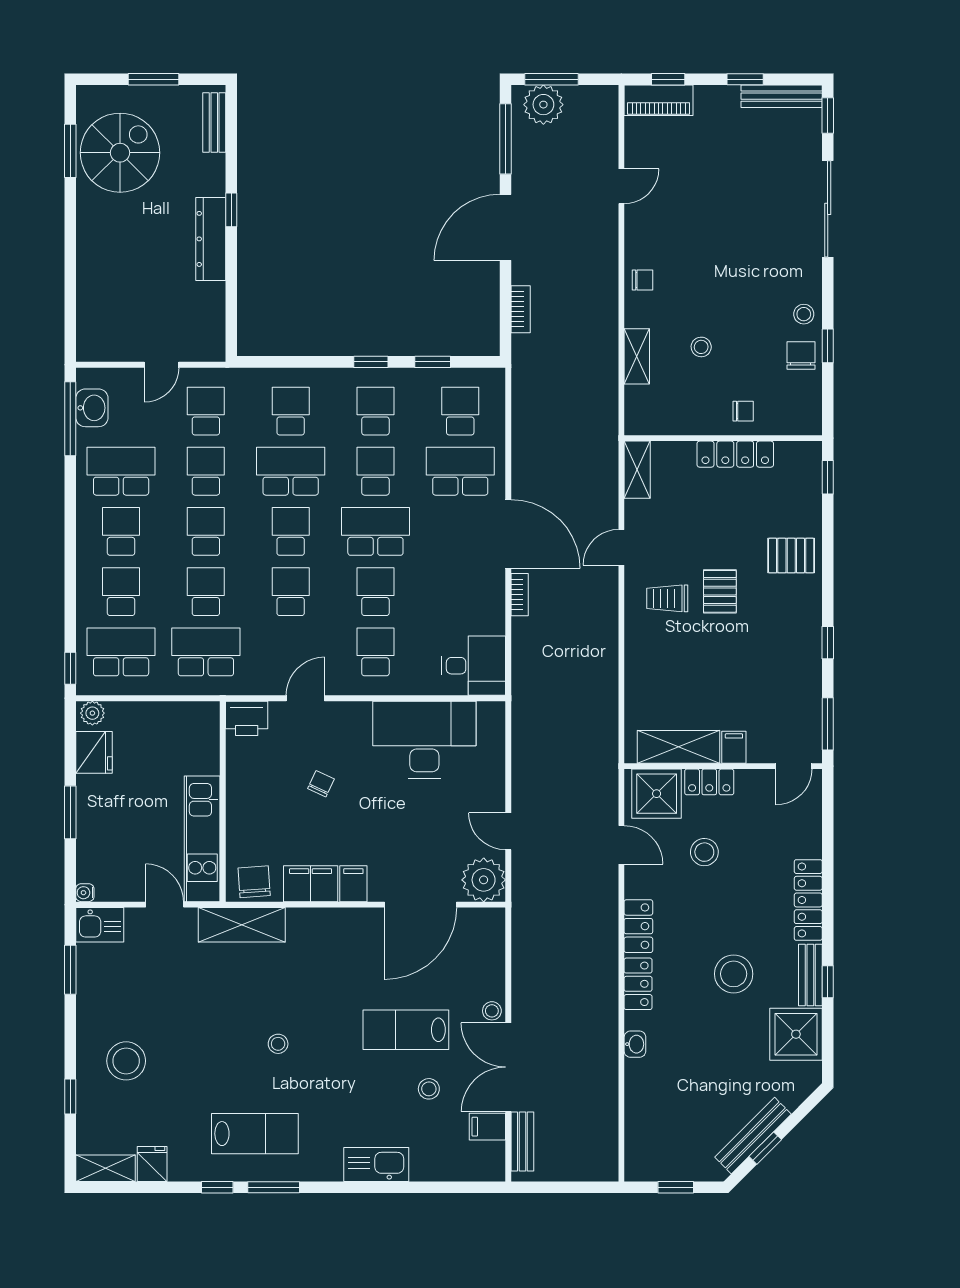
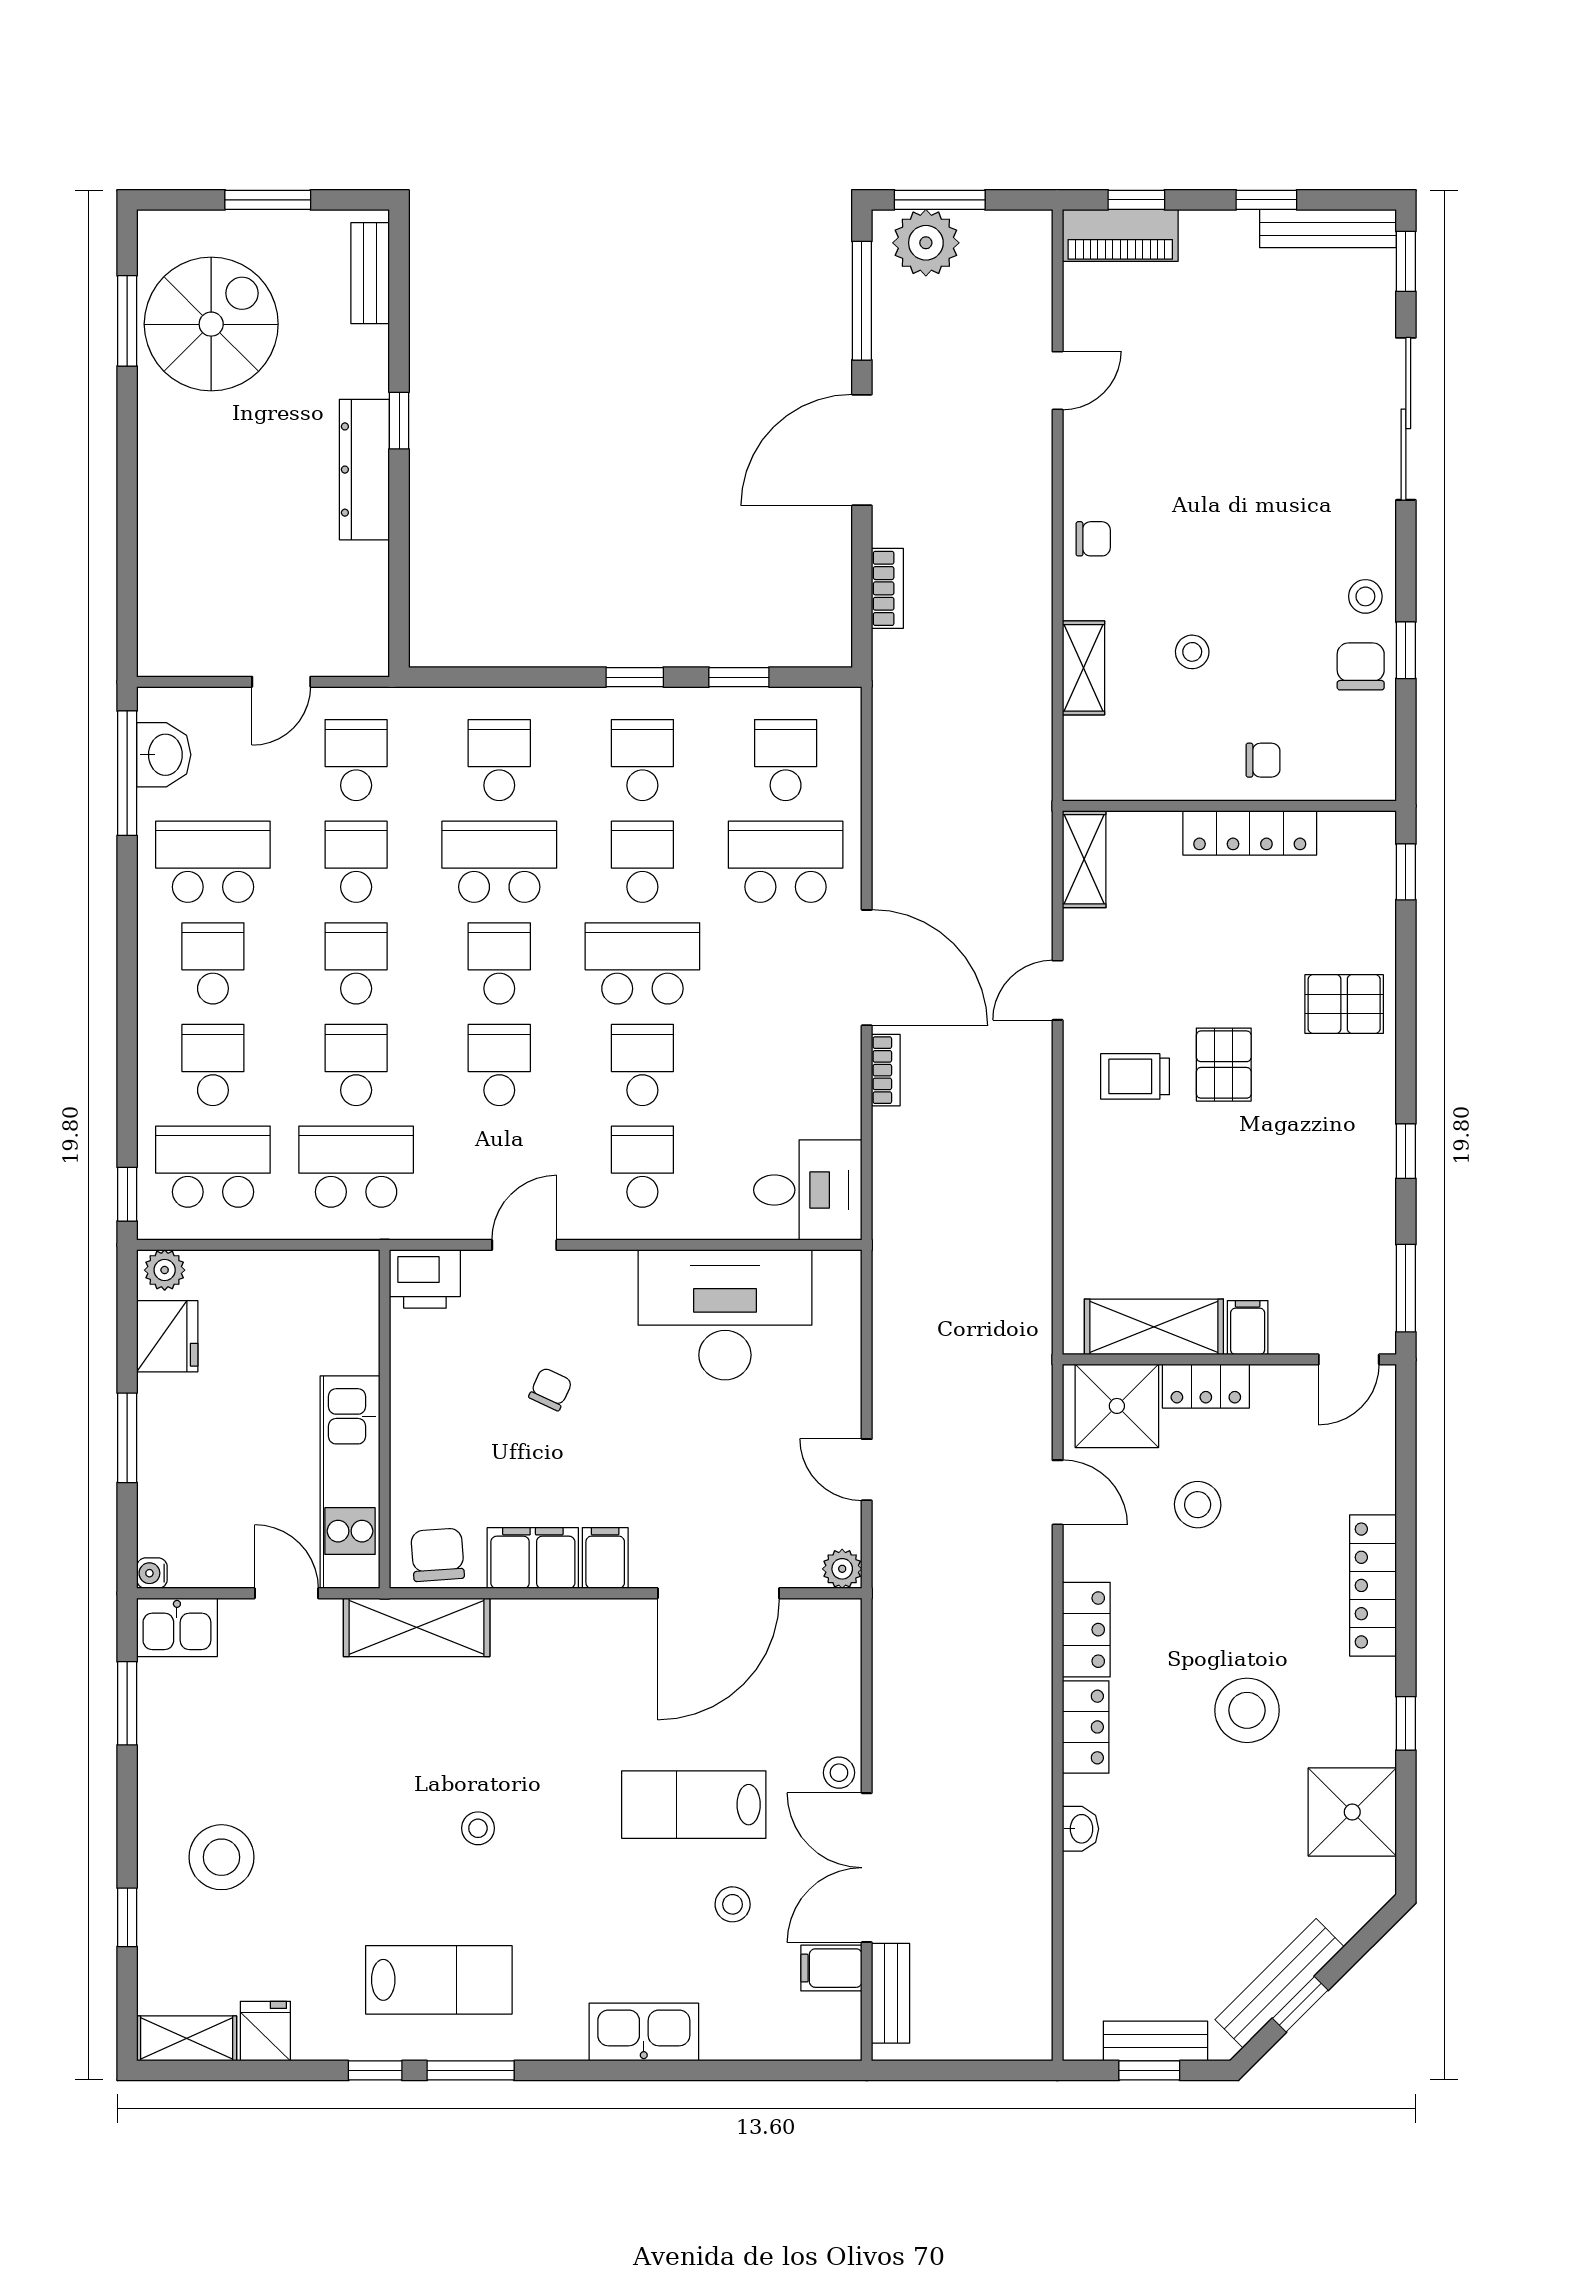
plant: (484, 880) -> (842, 1569), width x0.53, depth x0.53
bench: (810, 975) -> (1155, 2041), moved, turned 90

